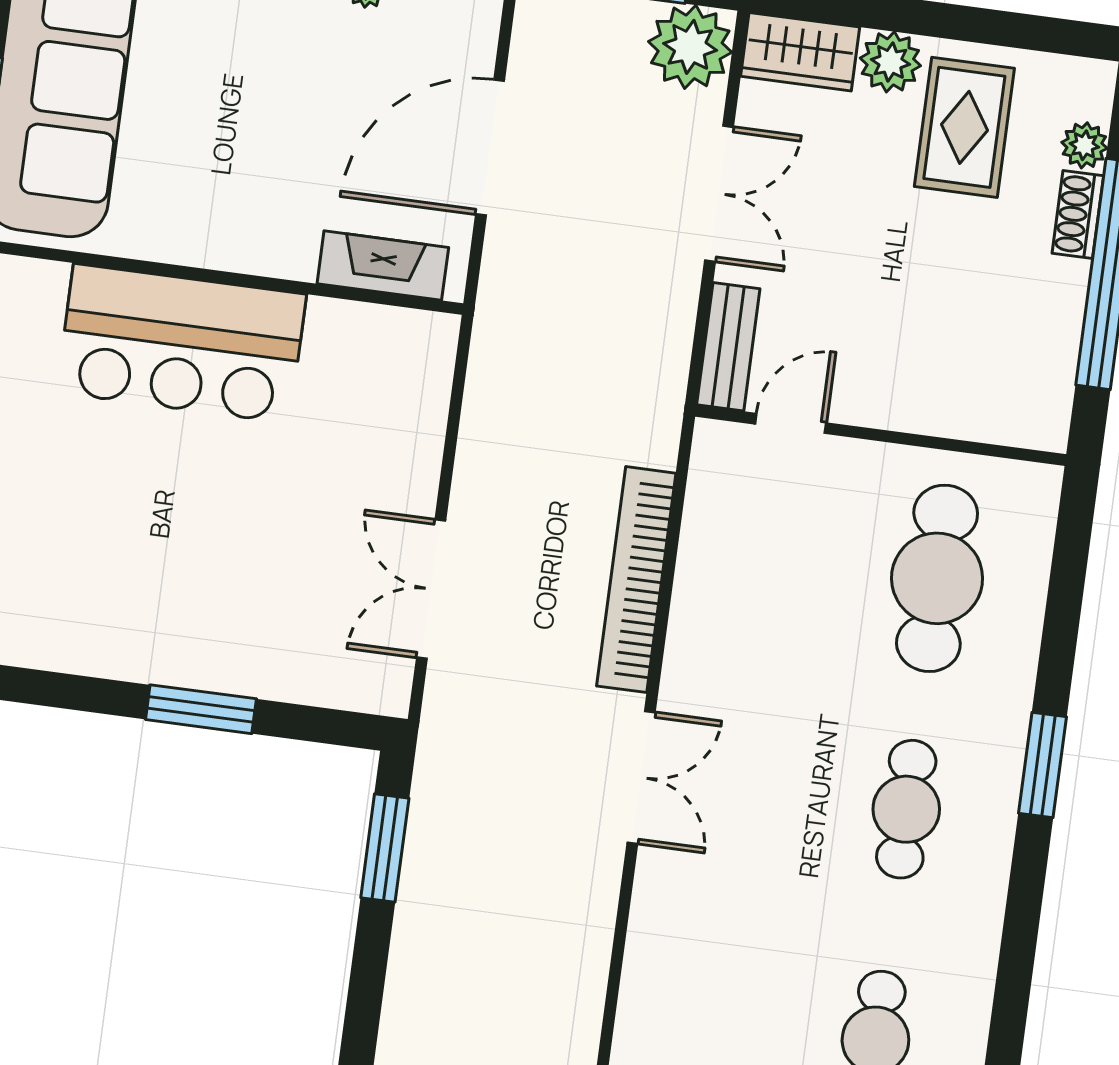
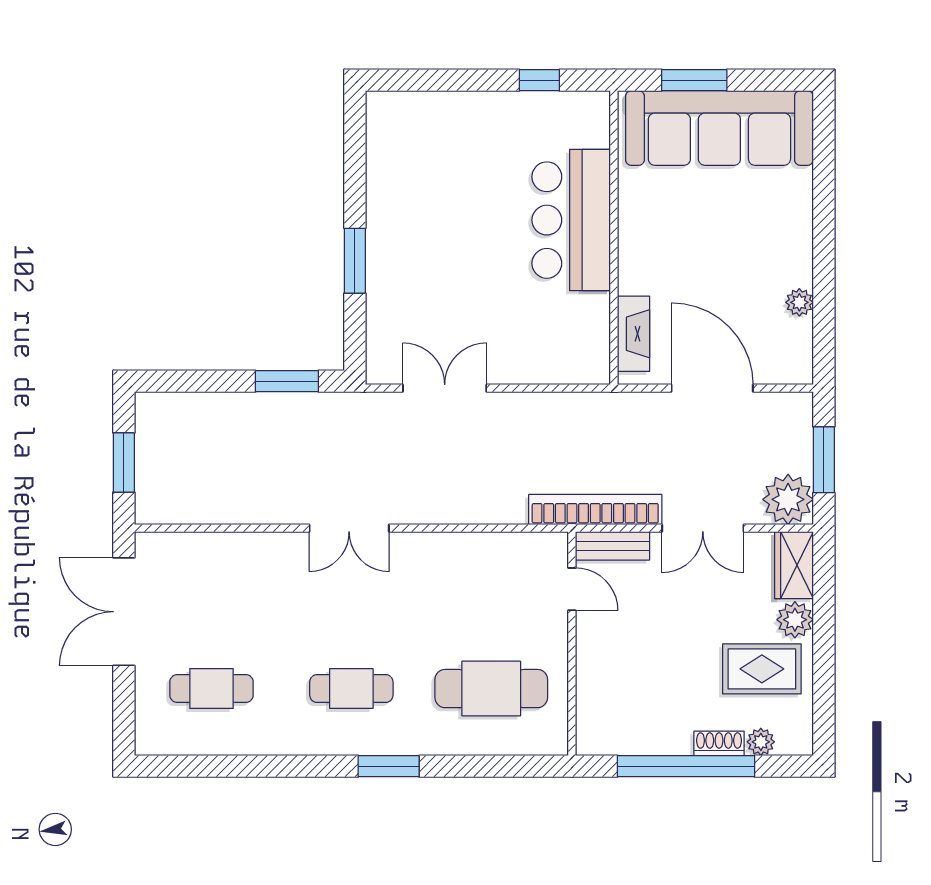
bookcase: (636, 580) -> (595, 510), moved

